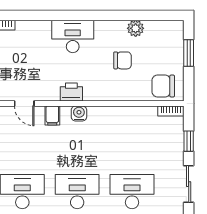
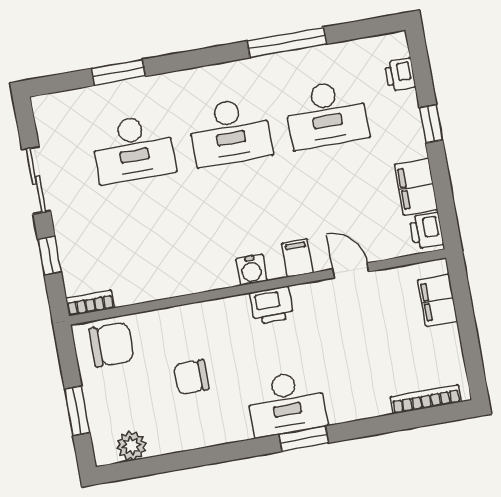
window: (67, 15) -> (304, 439), added
plant: (136, 28) -> (132, 446), moved

